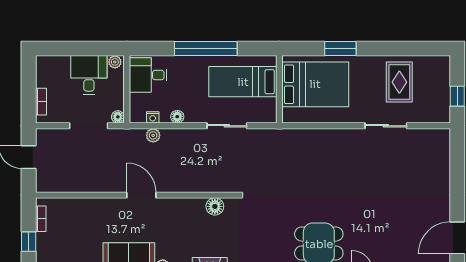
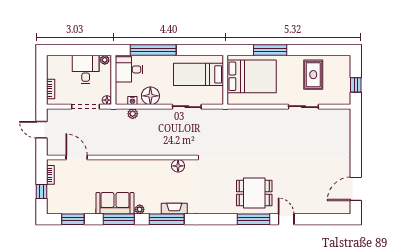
window: (206, 49) -> (153, 50), moved
window: (340, 49) -> (270, 50), width x1.44
floor lamp: (177, 117) -> (150, 96), width x1.89, depth x1.89
door: (141, 195) -> (77, 158), moved

